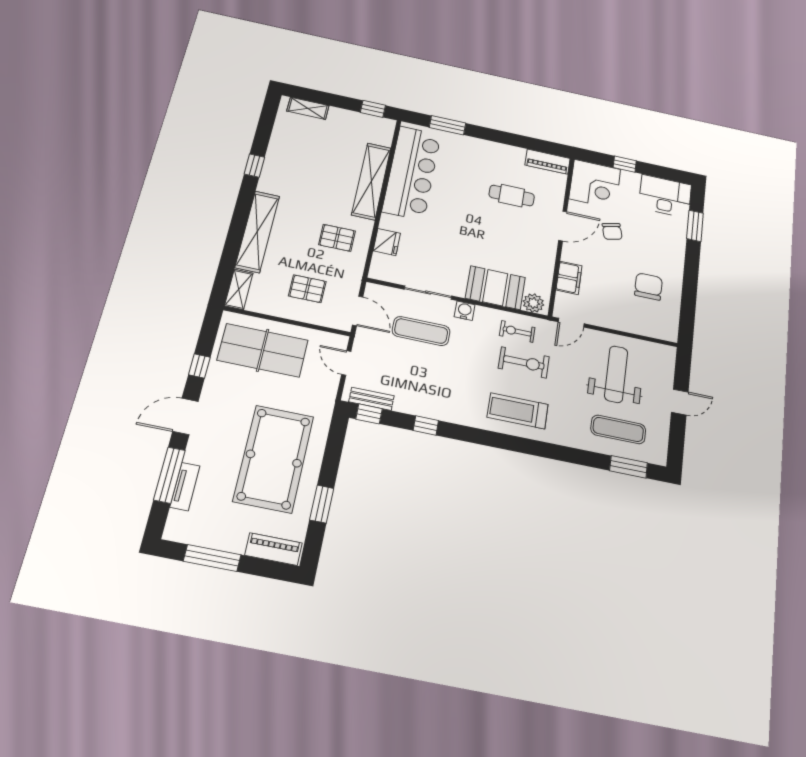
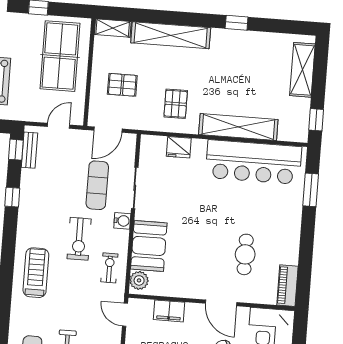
shelving: (308, 108) -> (302, 70), width x1.50, depth x1.33
pallet: (307, 289) -> (122, 85), turned 90
exercise bike: (524, 362) -> (79, 239), moved

